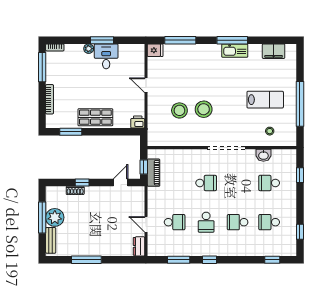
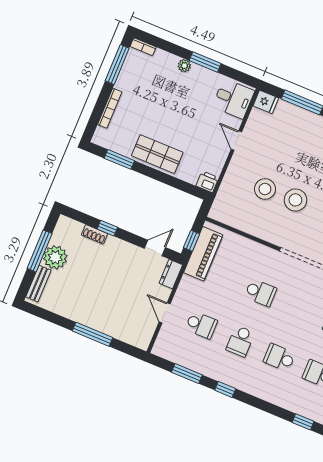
desk: (106, 56) -> (233, 99), moved, turned 90
piano: (154, 173) -> (203, 254), width x1.37, depth x1.33
dresser: (139, 246) -> (171, 274), moved
window: (86, 260) -> (93, 334), moved

